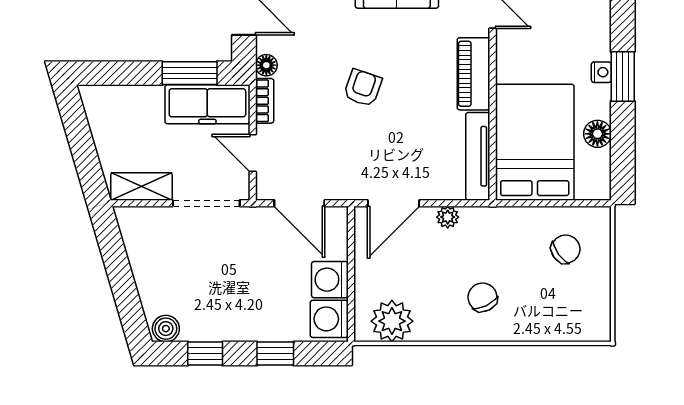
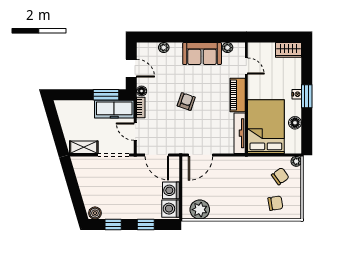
plant: (448, 217) -> (296, 161), moved
chair: (483, 297) -> (275, 203), moved, turned 107

